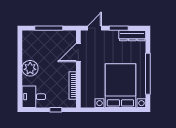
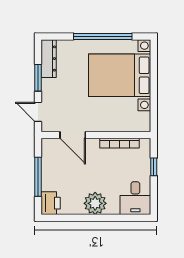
printer: (30, 37) -> (51, 203), added

